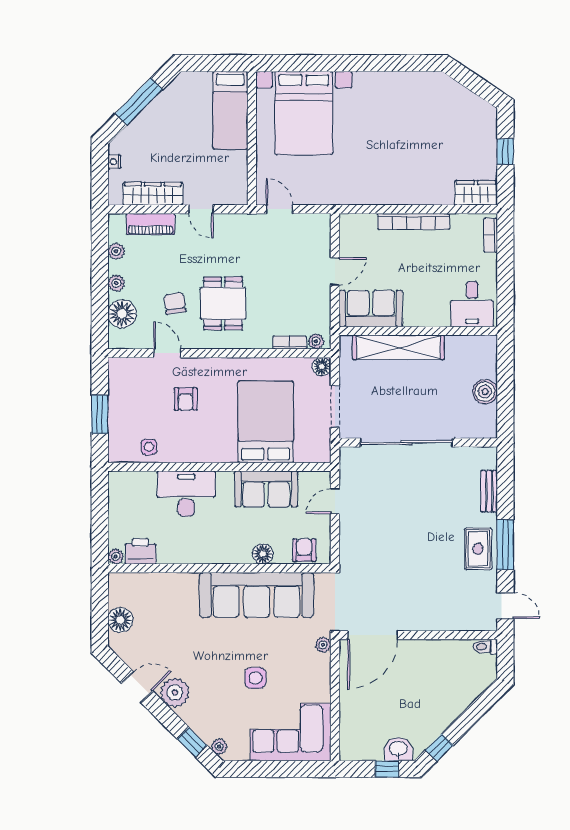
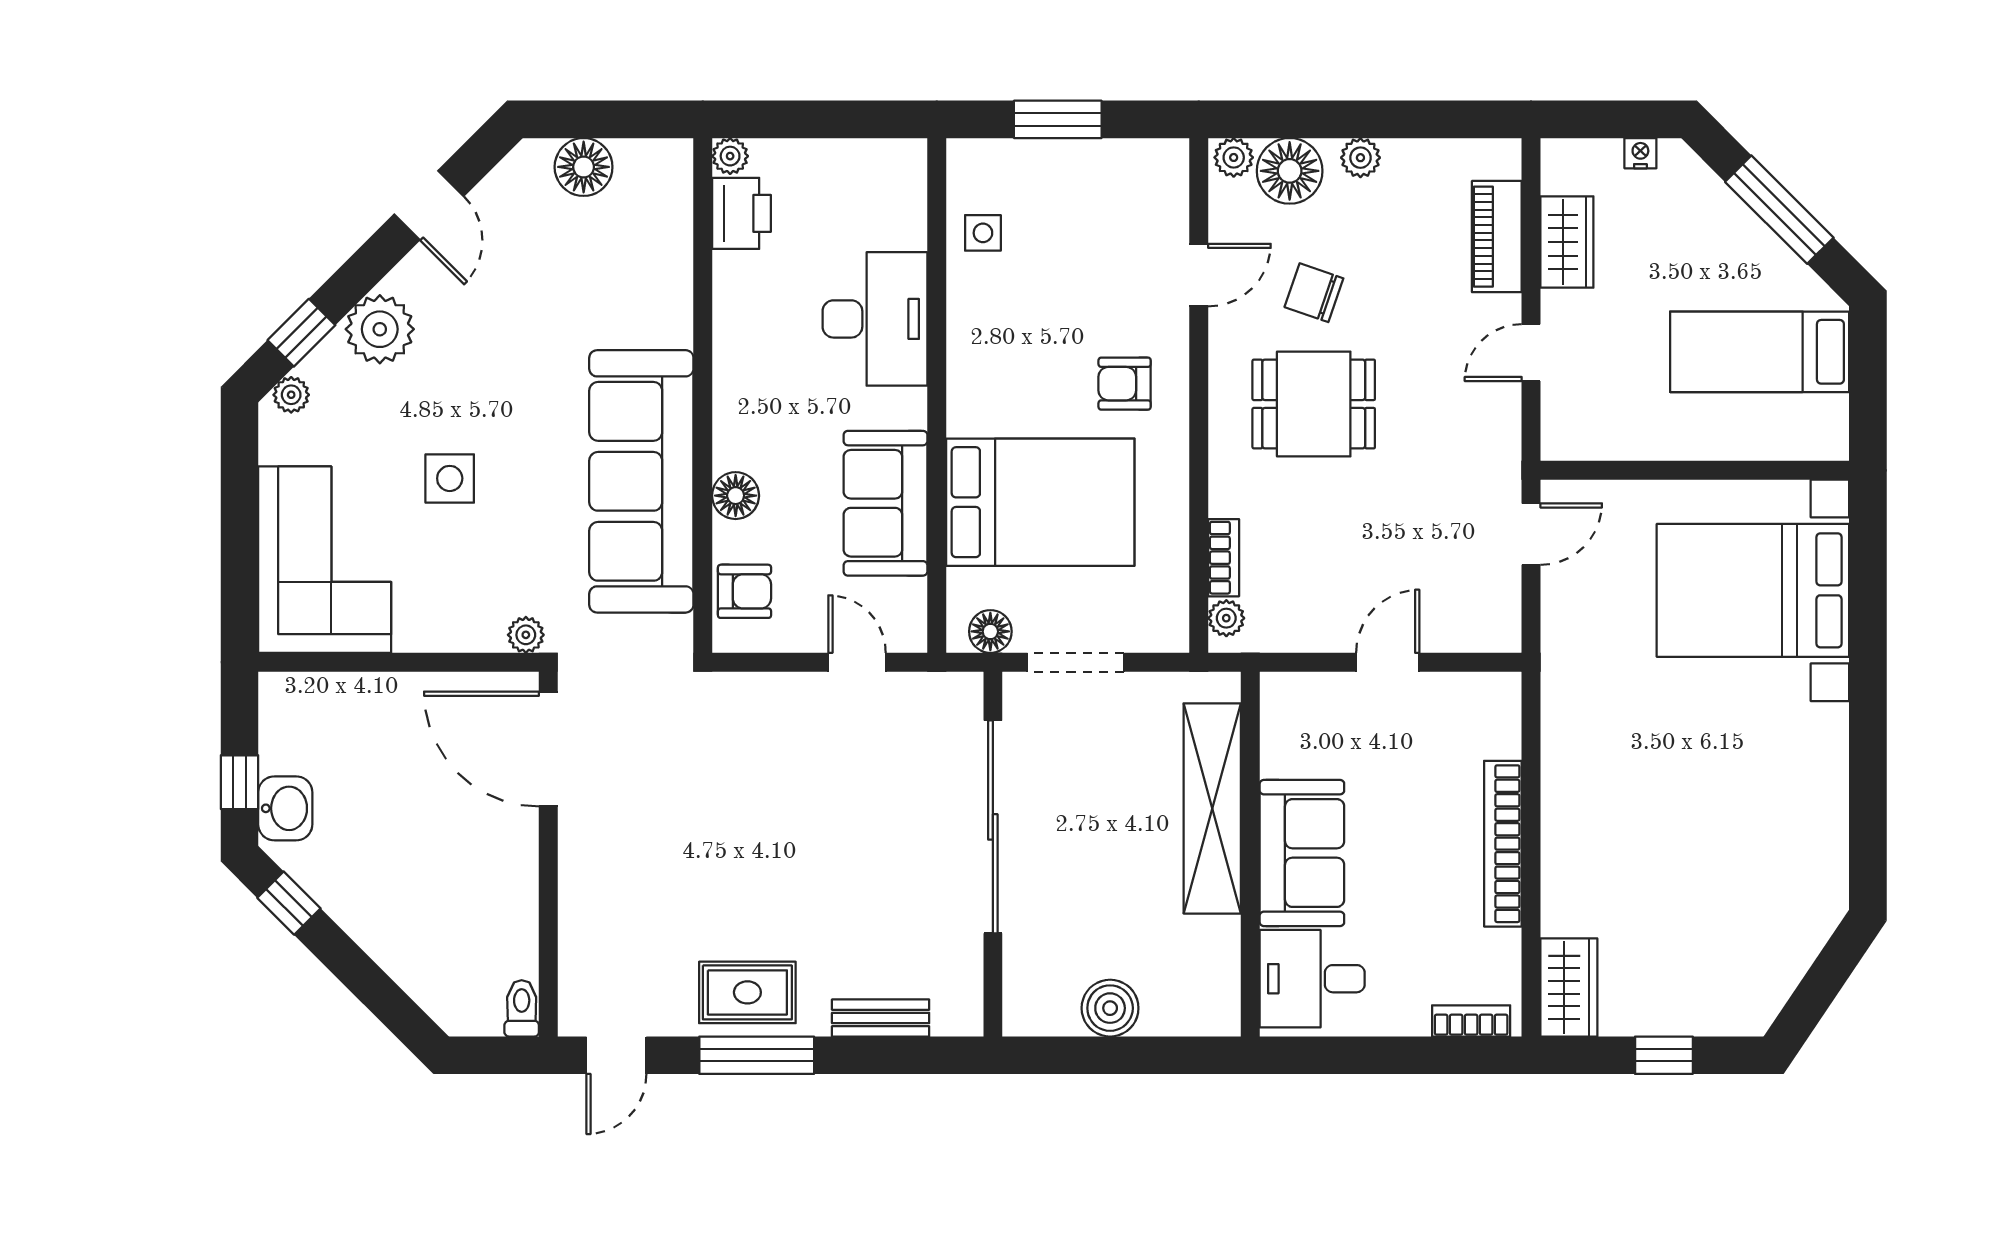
bed: (230, 110) -> (1760, 352), moved
wardrobe: (153, 194) -> (1567, 242), width x0.67
plant: (116, 251) -> (1234, 157), moved
door: (335, 271) -> (1388, 662), swing flipped
chair: (175, 303) -> (1314, 293), turned -153
sofa: (371, 309) -> (1302, 853), moved
floor lamp: (322, 367) -> (990, 631), moved
armchair: (186, 399) -> (1125, 384), moved
plant: (175, 692) -> (380, 329), moved

